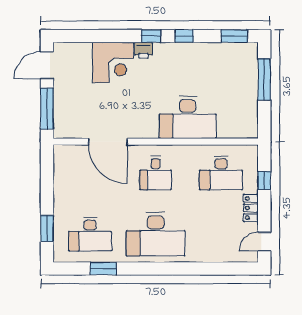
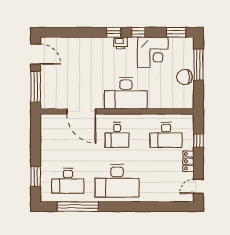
printer: (143, 50) -> (120, 43), moved
corner desk: (113, 63) -> (153, 52), moved
door: (47, 65) -> (36, 54), swing flipped
chair: (246, 96) -> (185, 77), added
desk: (188, 117) -> (126, 93), moved
window: (103, 269) -> (78, 207), width x2.11

